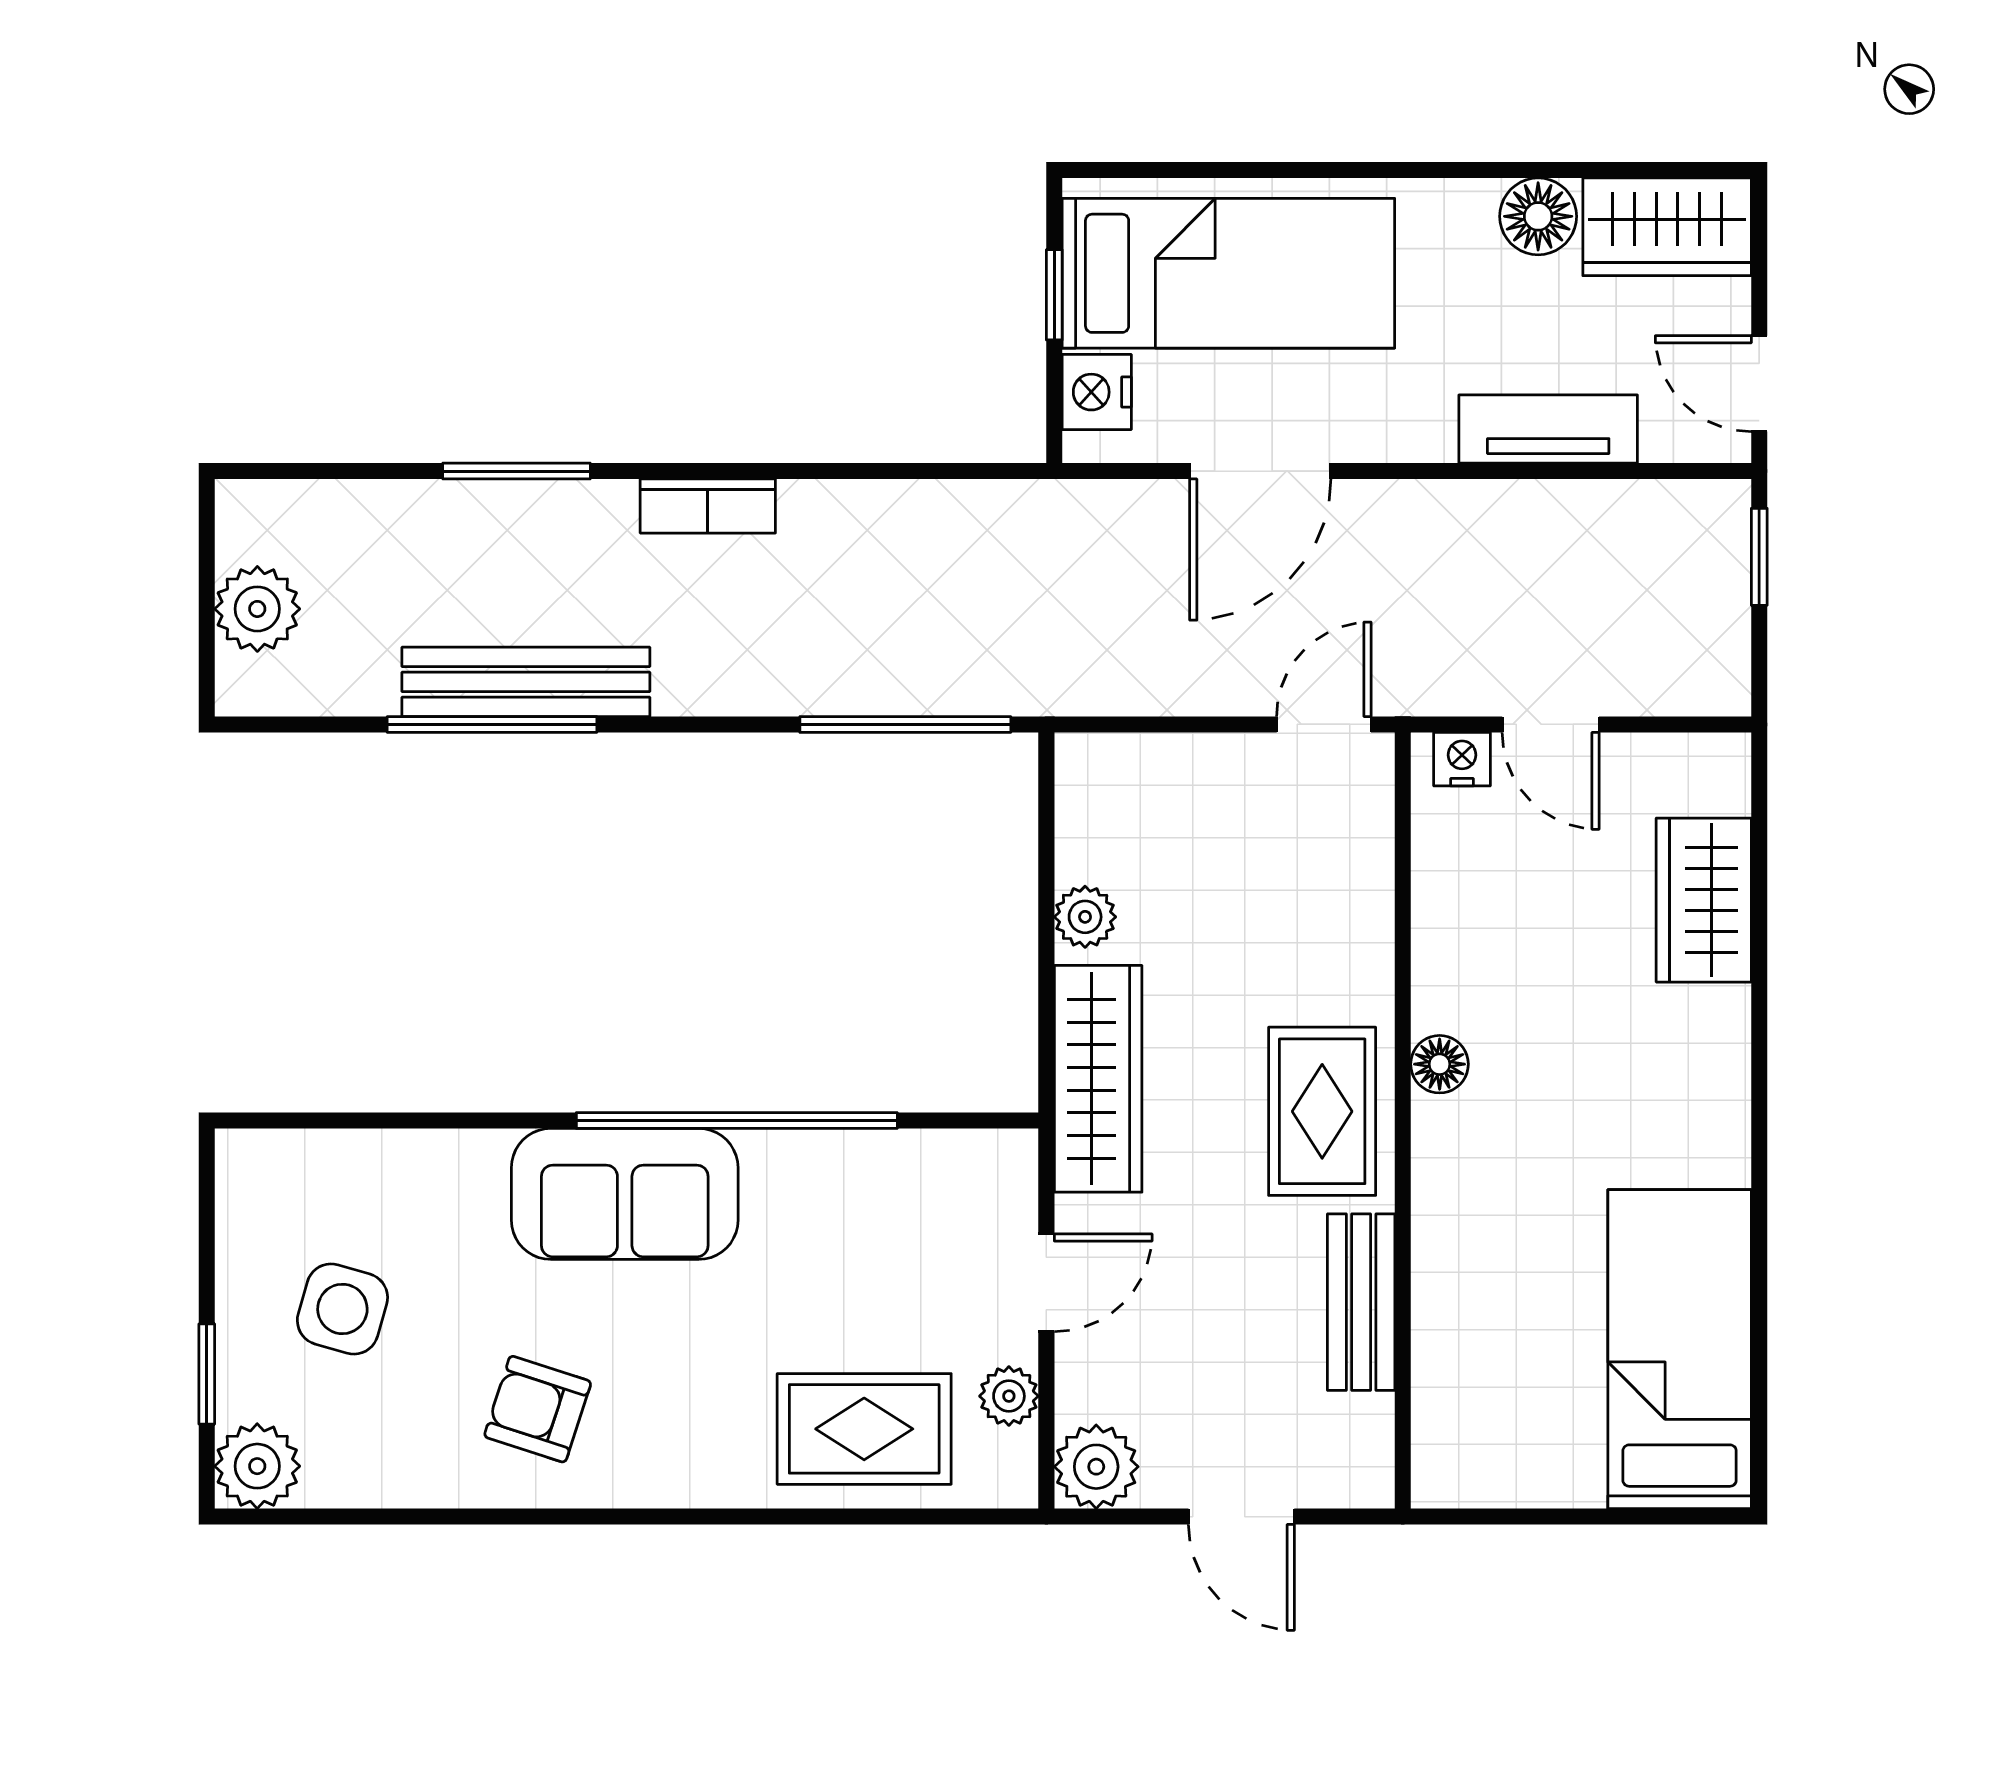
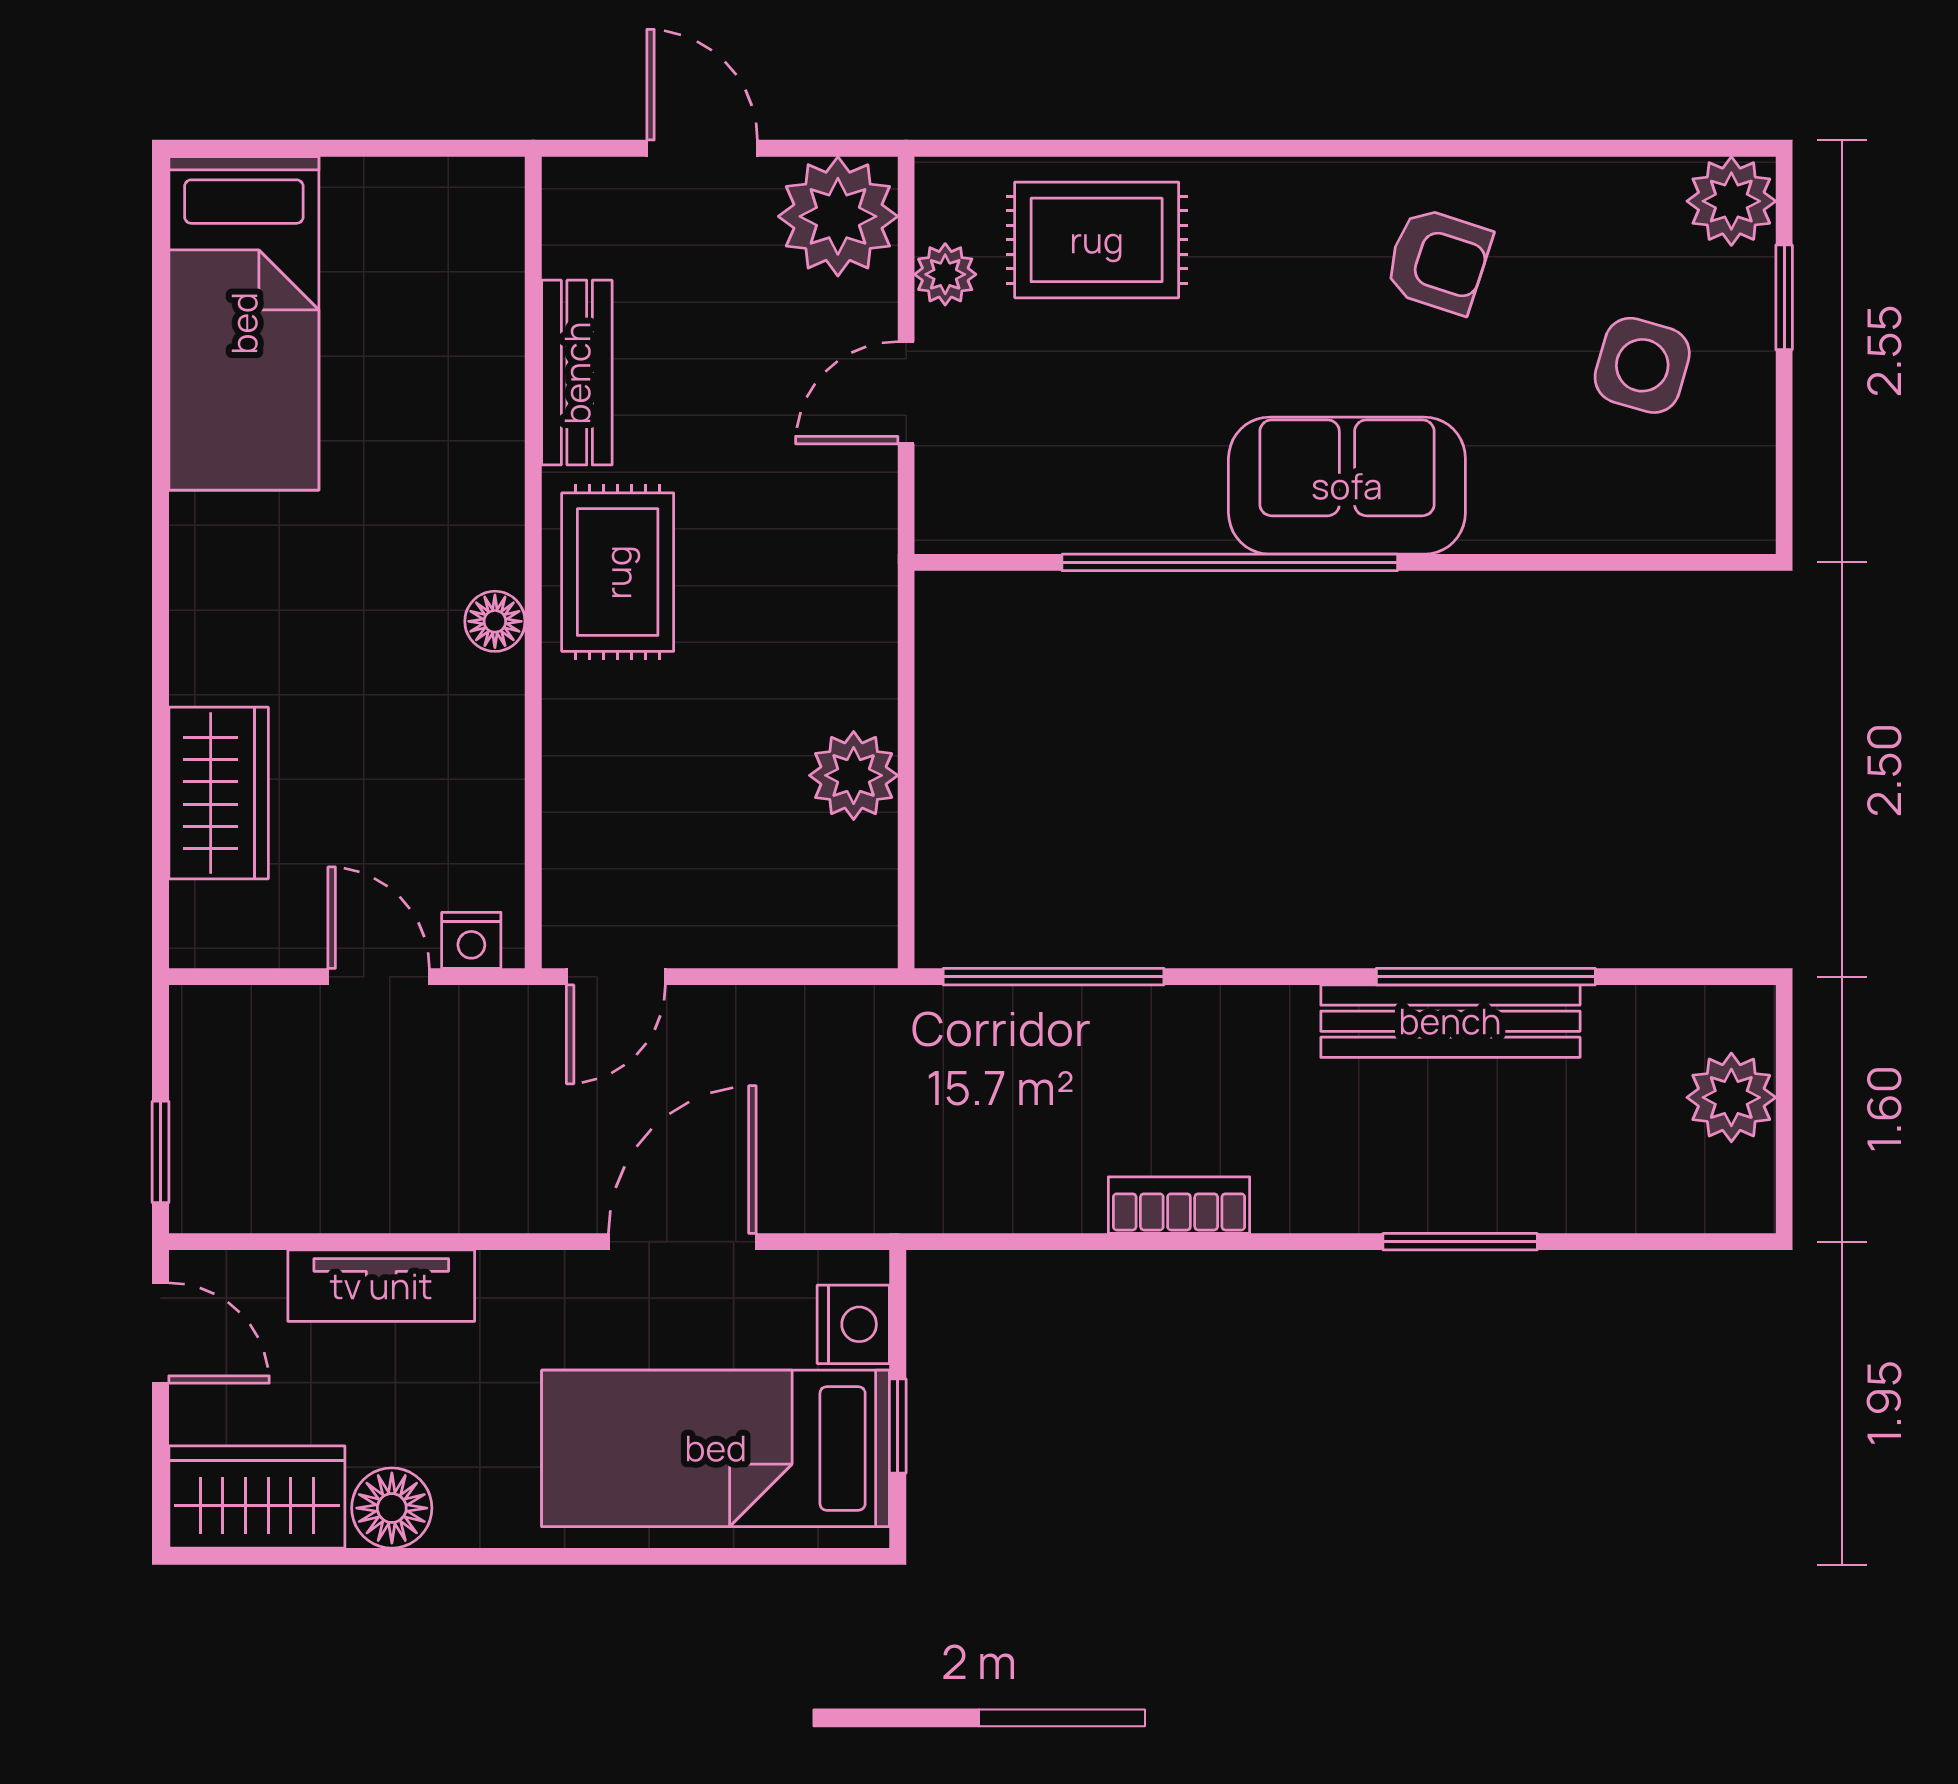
bookcase: (708, 506) -> (1179, 1205), moved
plant: (1085, 917) -> (854, 775), width x1.38, depth x1.38
wardrobe: (1098, 1079) -> (852, 606), removed
plant: (1096, 1467) -> (838, 216), width x1.36, depth x1.36

